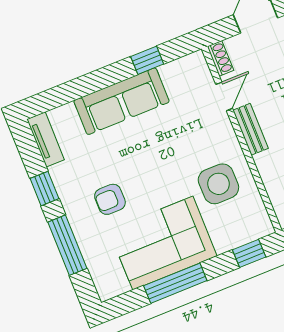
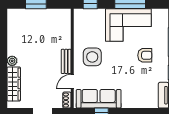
sofa: (122, 101) -> (99, 99), moved
side table: (218, 184) -> (92, 57), moved

